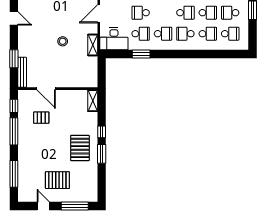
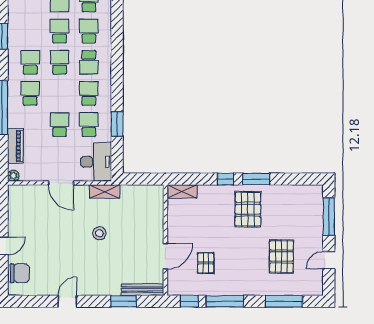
school desk: (141, 13) -> (60, 125), turned 180
pallet: (80, 148) -> (248, 209), turned 90
pallet: (57, 180) -> (281, 256), moved

